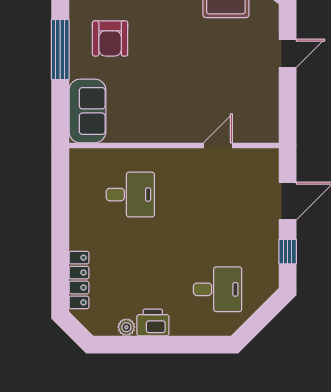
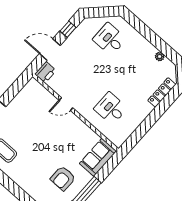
armchair: (110, 38) -> (63, 178), turned 180
door: (218, 145) -> (66, 104), moved
printer: (153, 323) -> (45, 72), moved, turned -90

